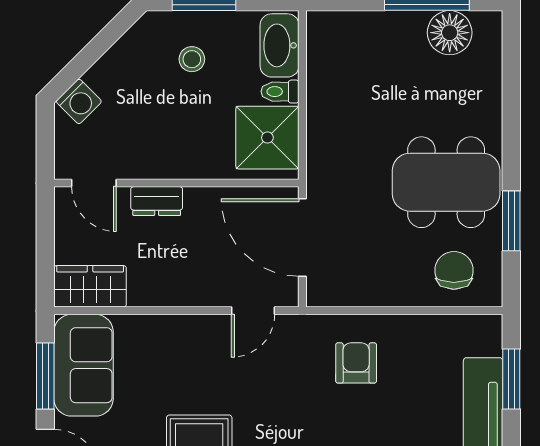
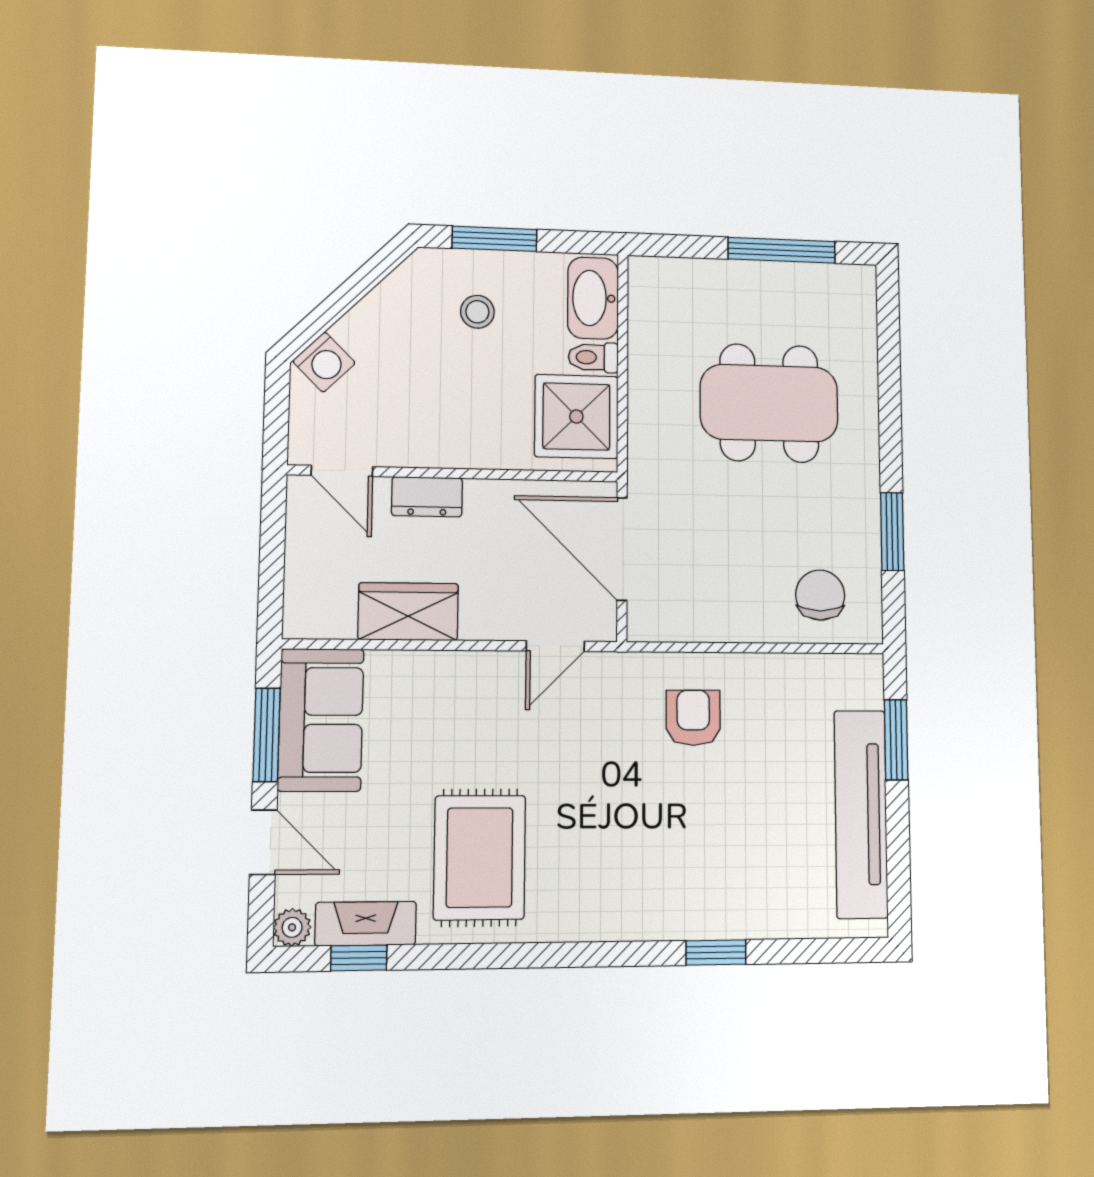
floor lamp: (450, 33) -> (811, 290), removed
dining table: (446, 182) -> (769, 403), moved
wardrobe: (90, 286) -> (408, 612), moved

